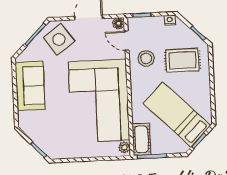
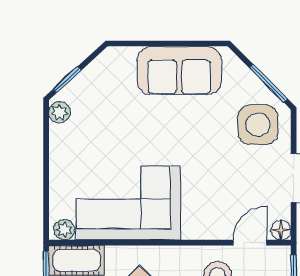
side table: (59, 39) -> (258, 125), turned 35
corner sofa: (99, 101) -> (128, 203), width x0.73, depth x0.74
plant: (57, 153) -> (59, 112), added

